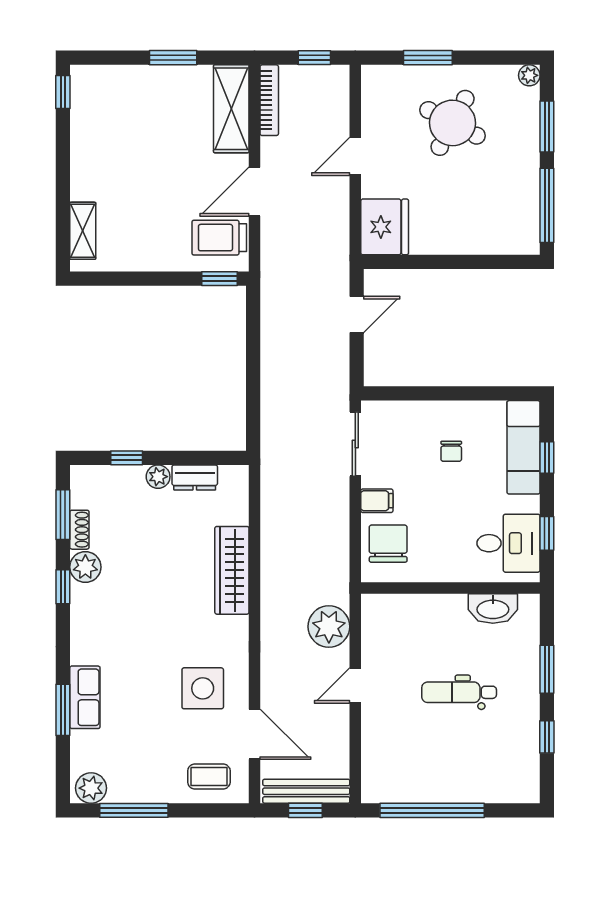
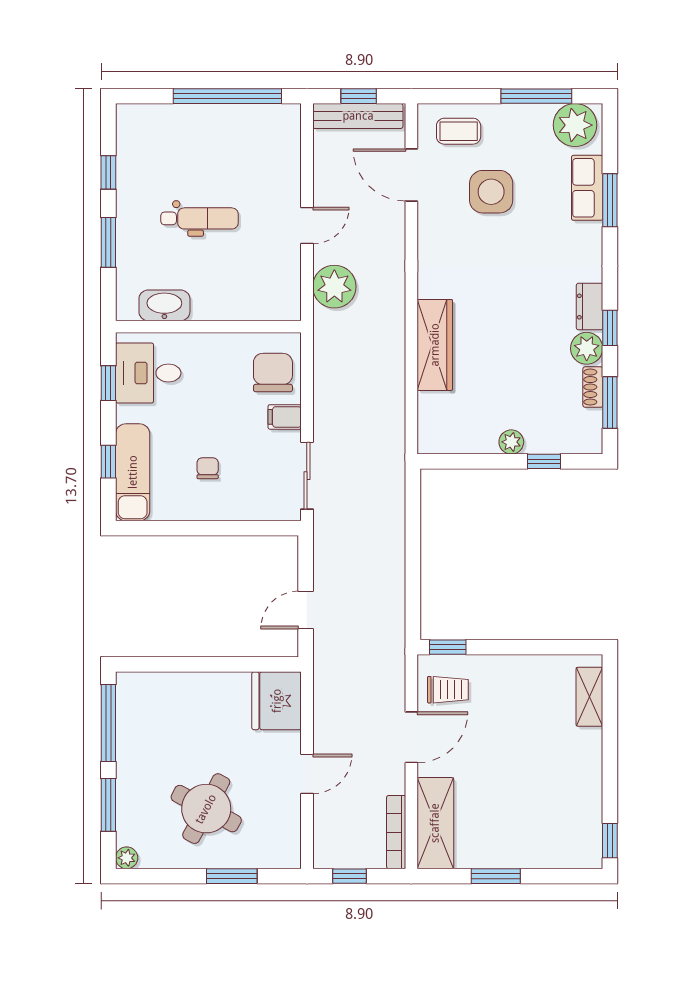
trolley: (219, 238) -> (448, 690), width x0.73, depth x0.72
dresser: (195, 478) -> (590, 307), moved, turned -90
chair: (388, 544) -> (273, 373), turned 180
side table: (203, 688) -> (491, 192), moved
row of seats: (85, 697) -> (587, 188), moved
plant: (91, 788) -> (575, 125), width x1.36, depth x1.36

